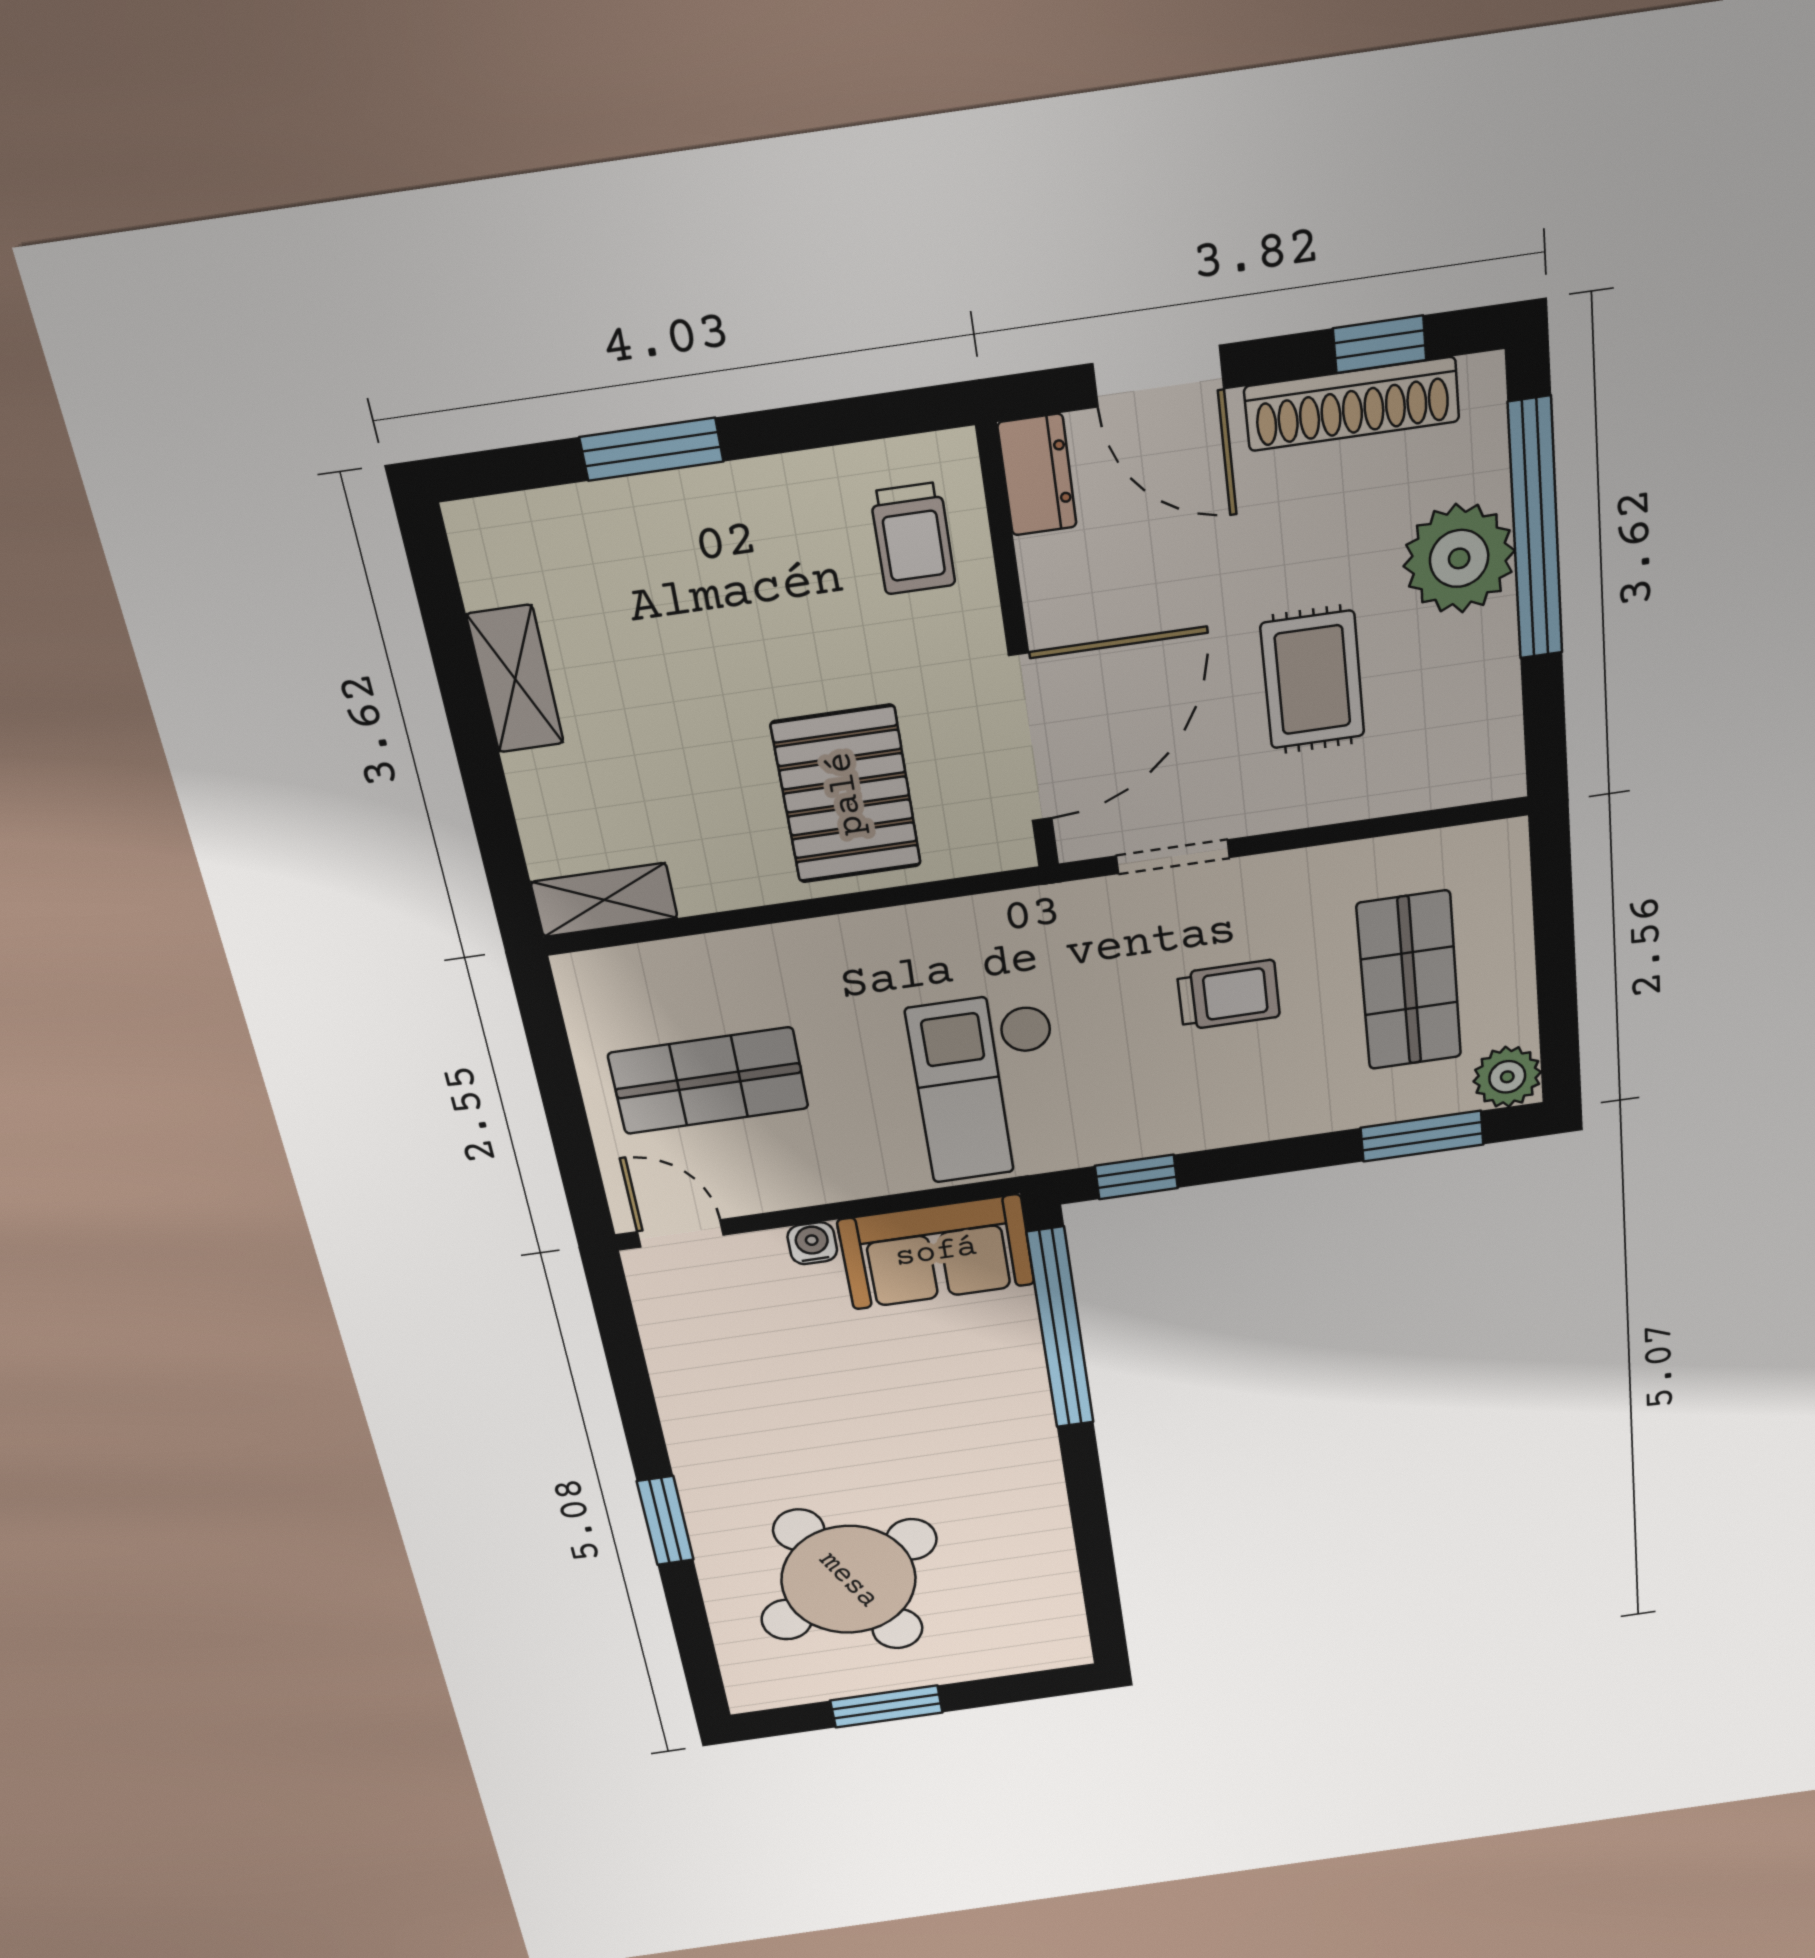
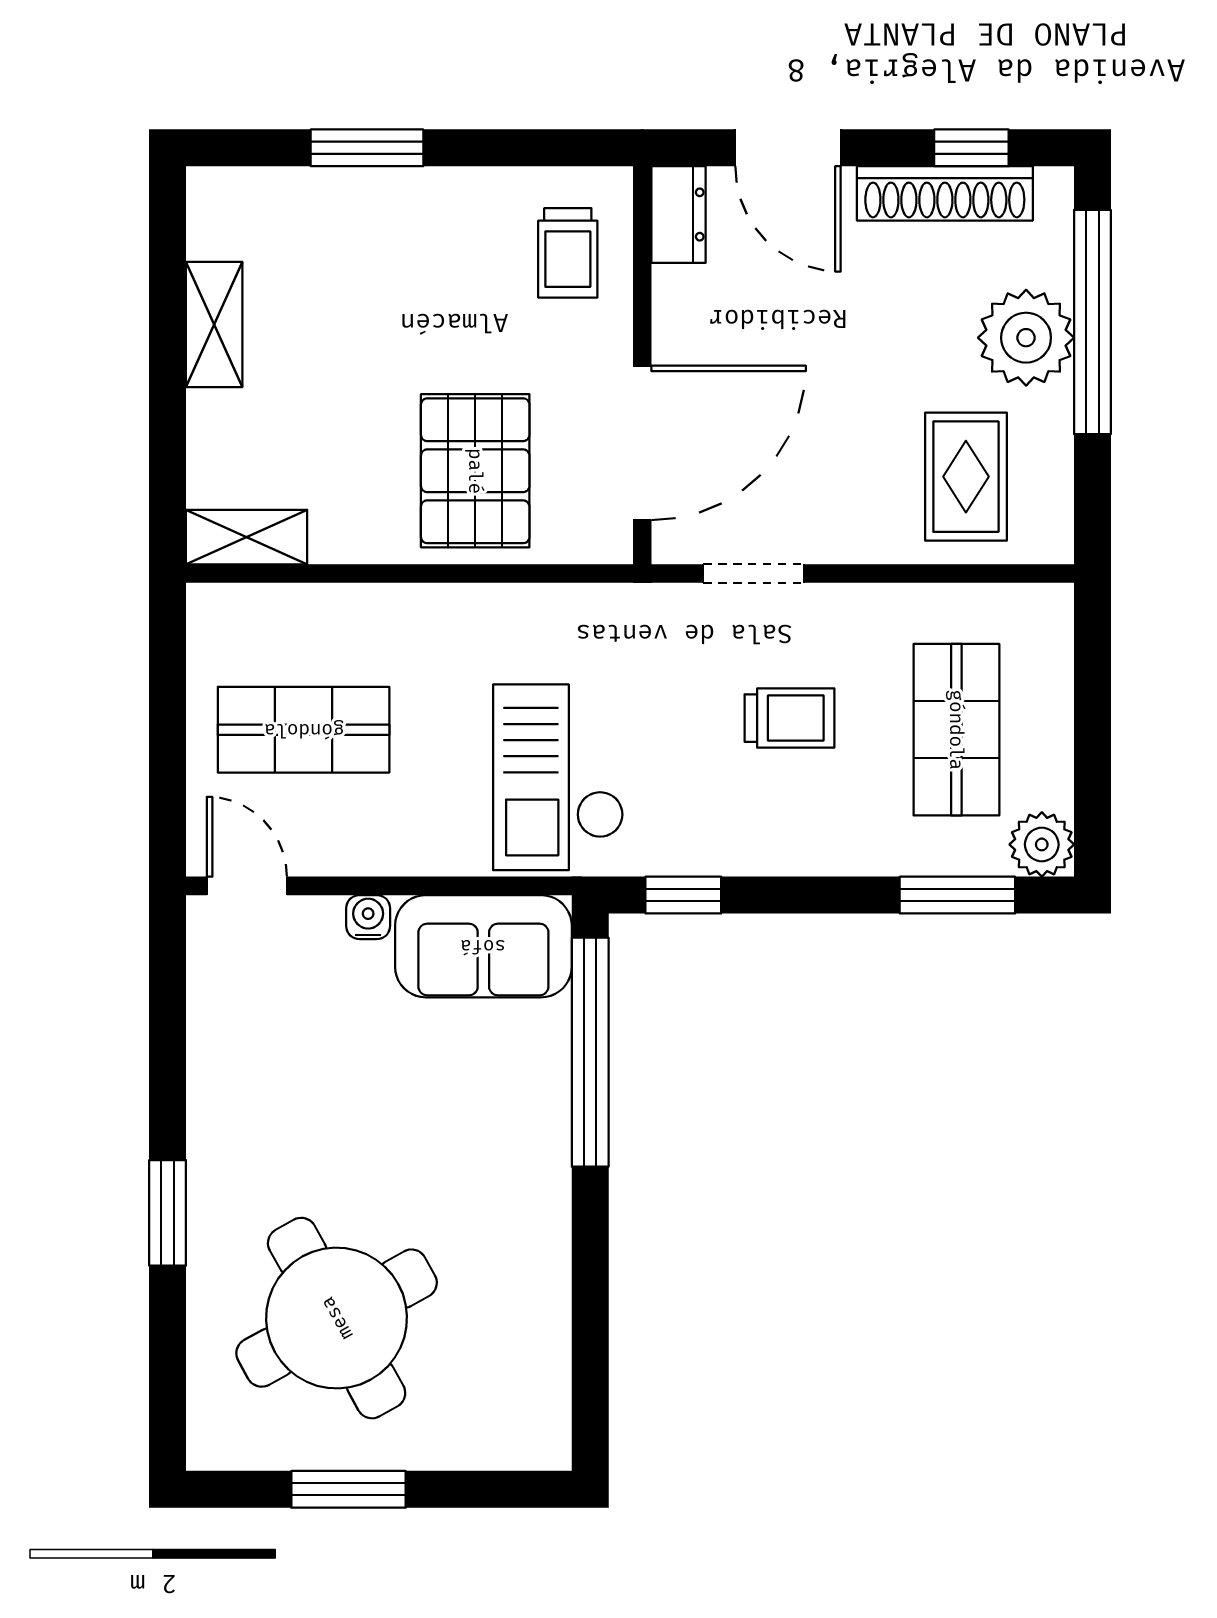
rug: (1313, 680) -> (966, 477), moved

